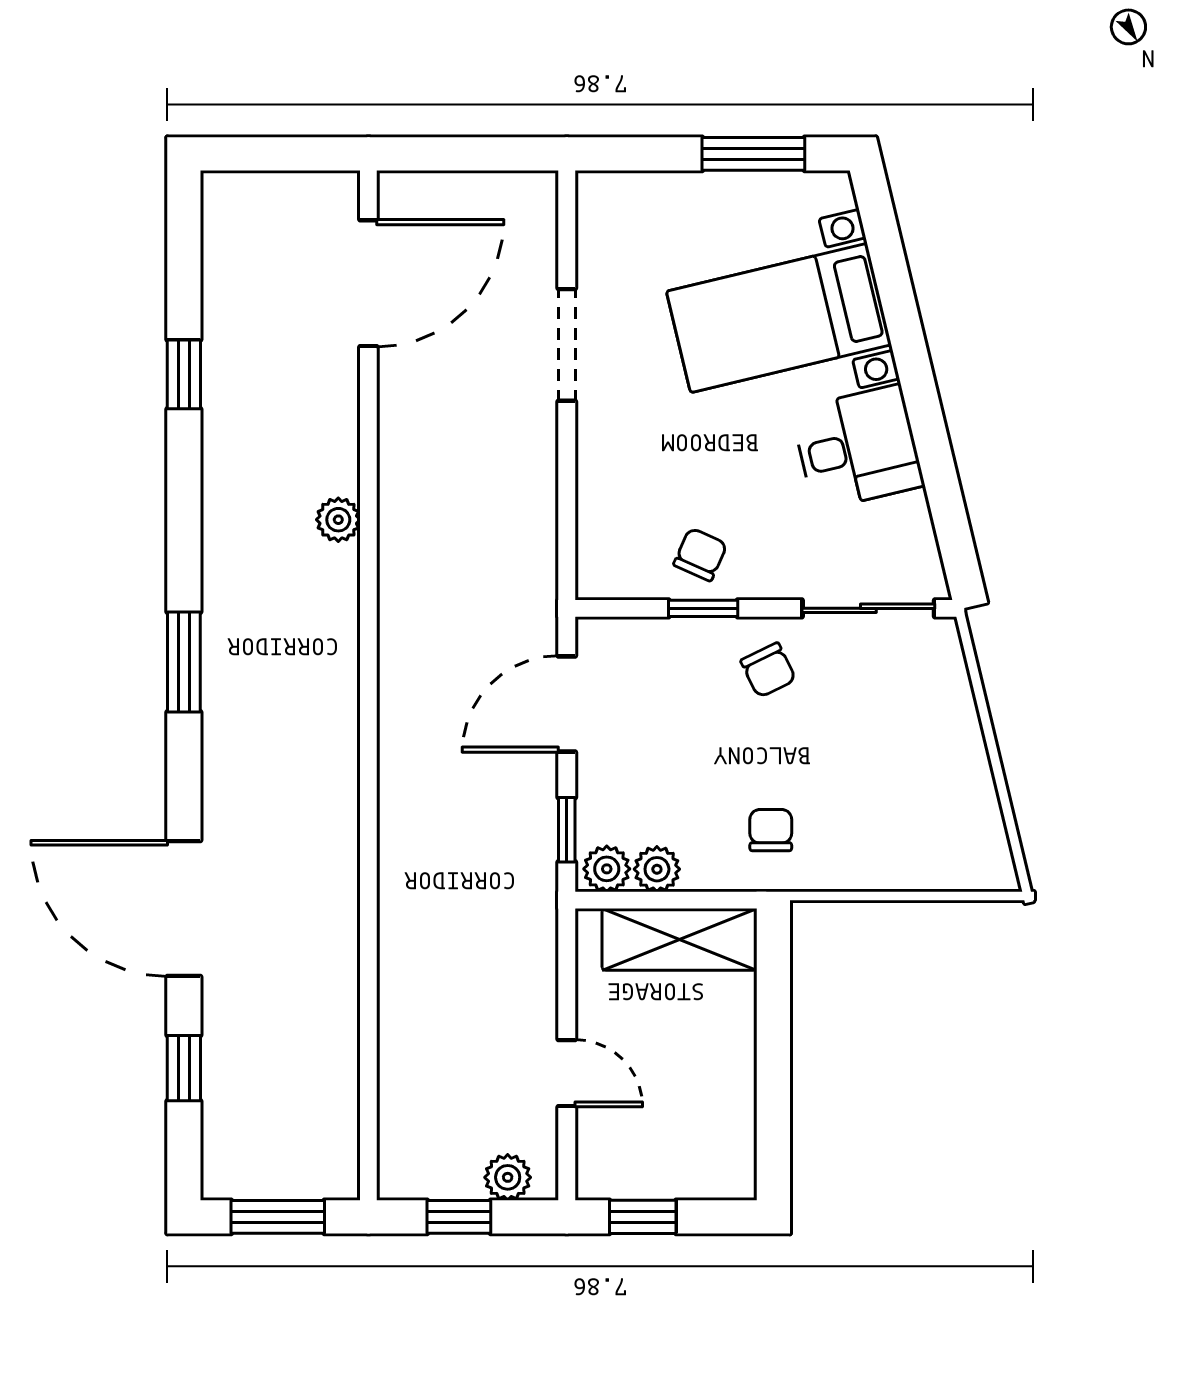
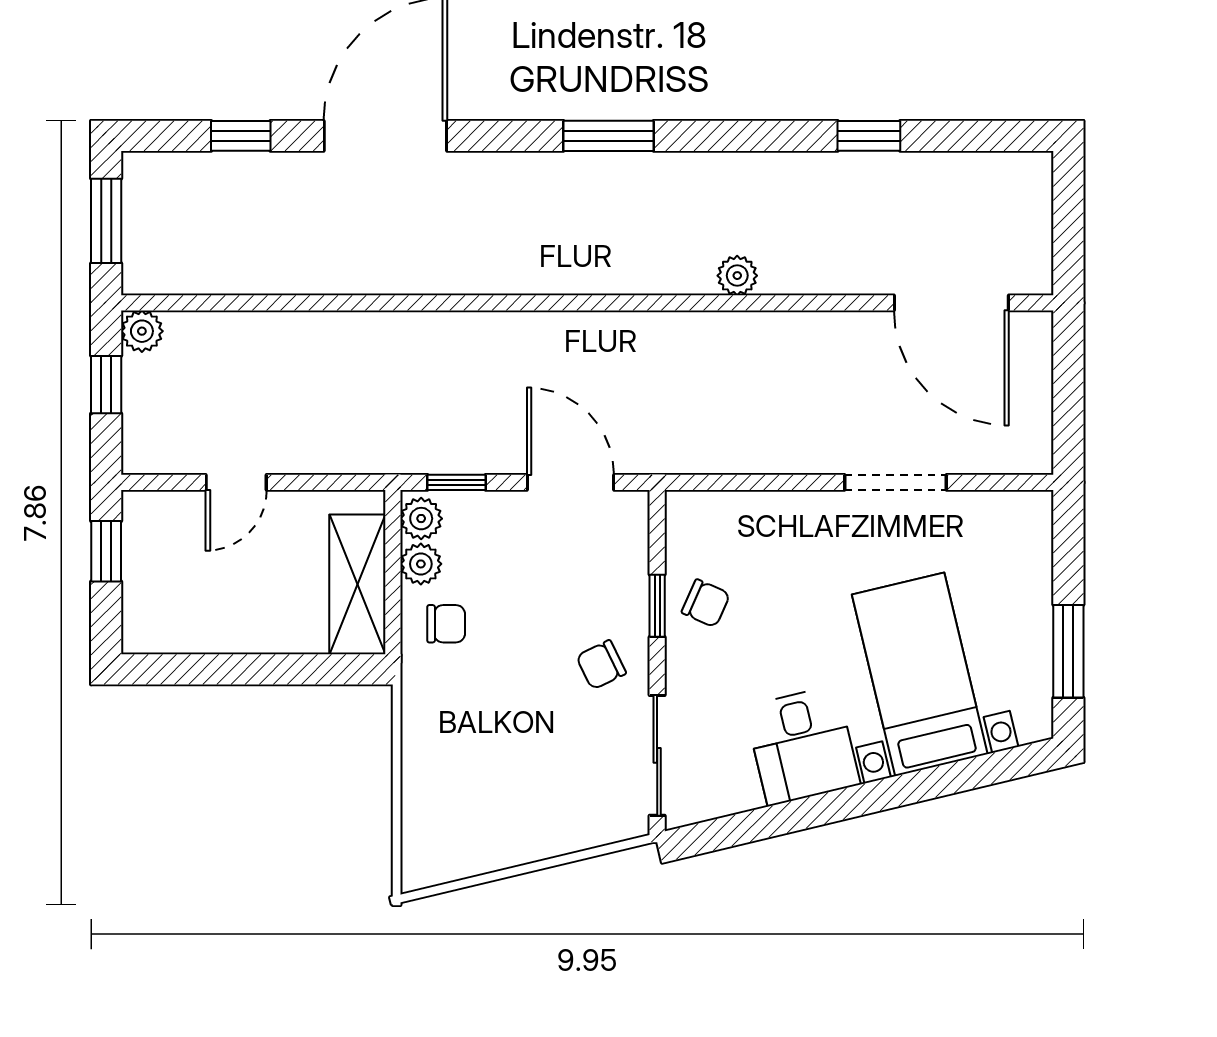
chair: (771, 830) -> (446, 624), moved
plant: (508, 1177) -> (142, 331), moved

